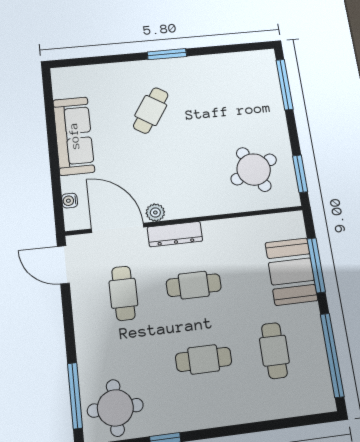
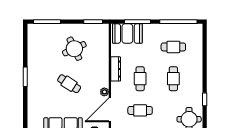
cafe table: (151, 110) -> (69, 84), moved
round table: (254, 169) -> (74, 49), moved
dresser: (175, 234) -> (116, 69), moved
booth: (291, 271) -> (127, 34), moved

